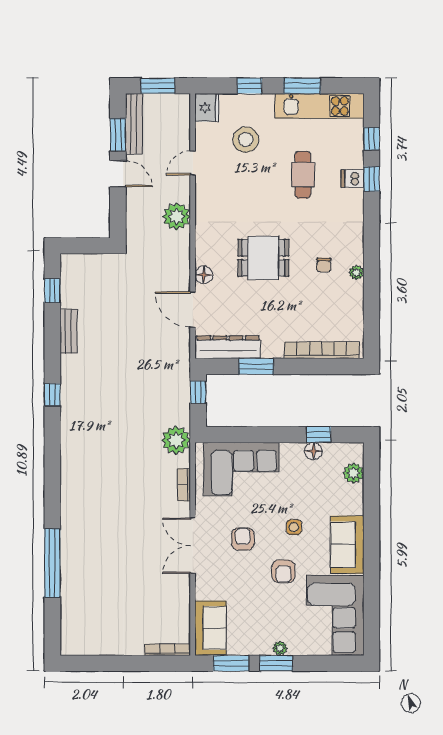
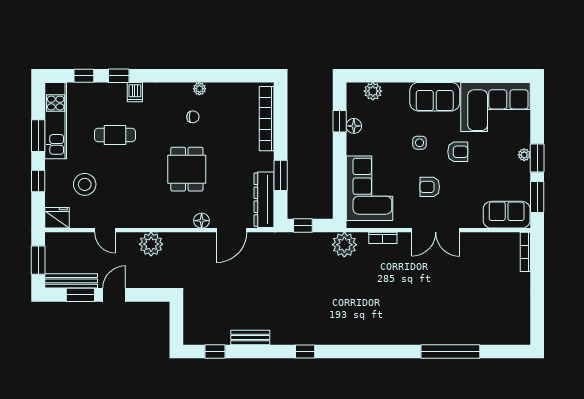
dishwasher: (352, 179) -> (135, 92), moved

